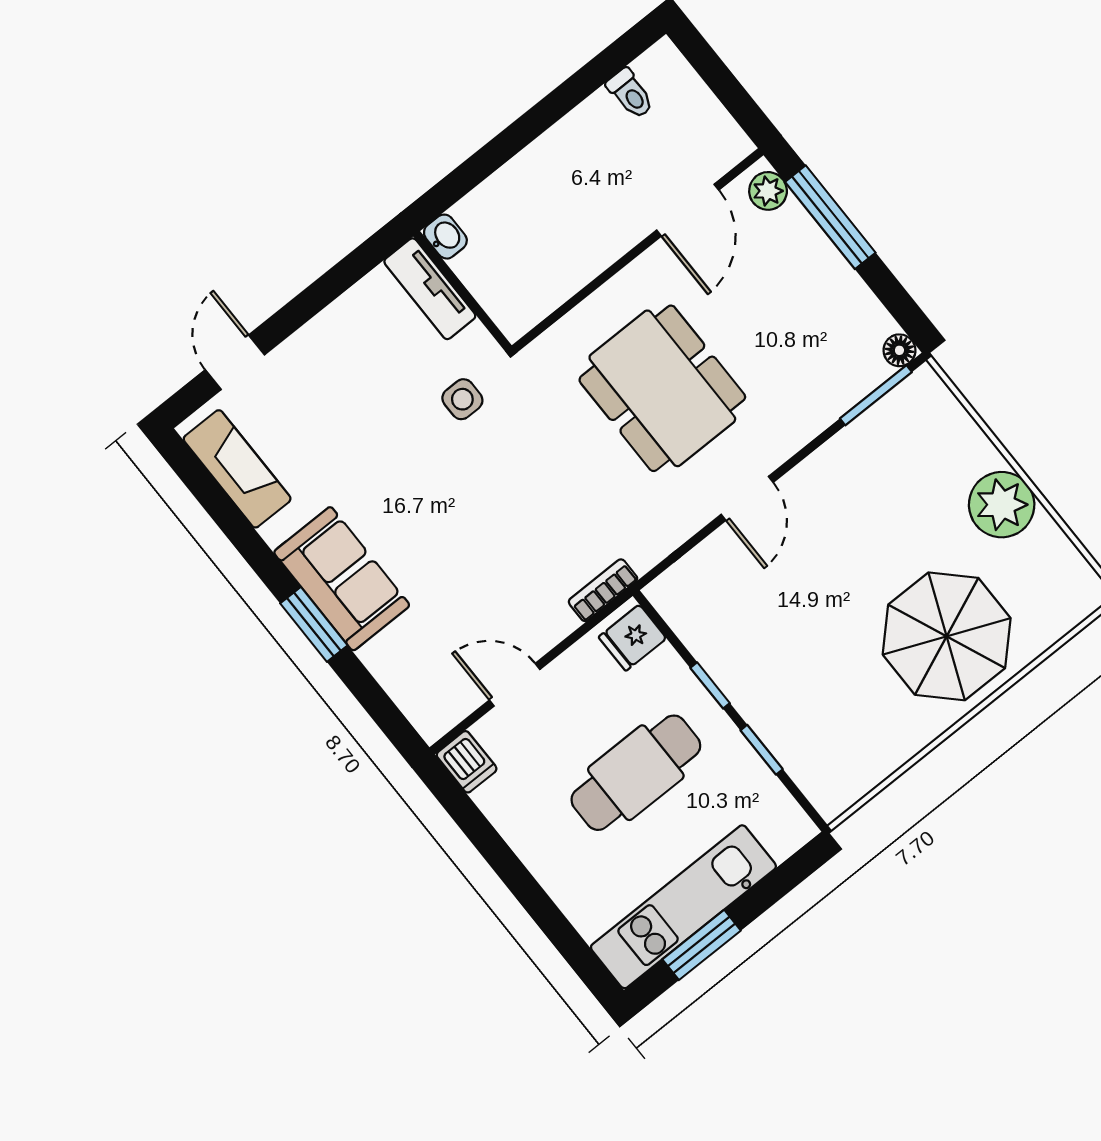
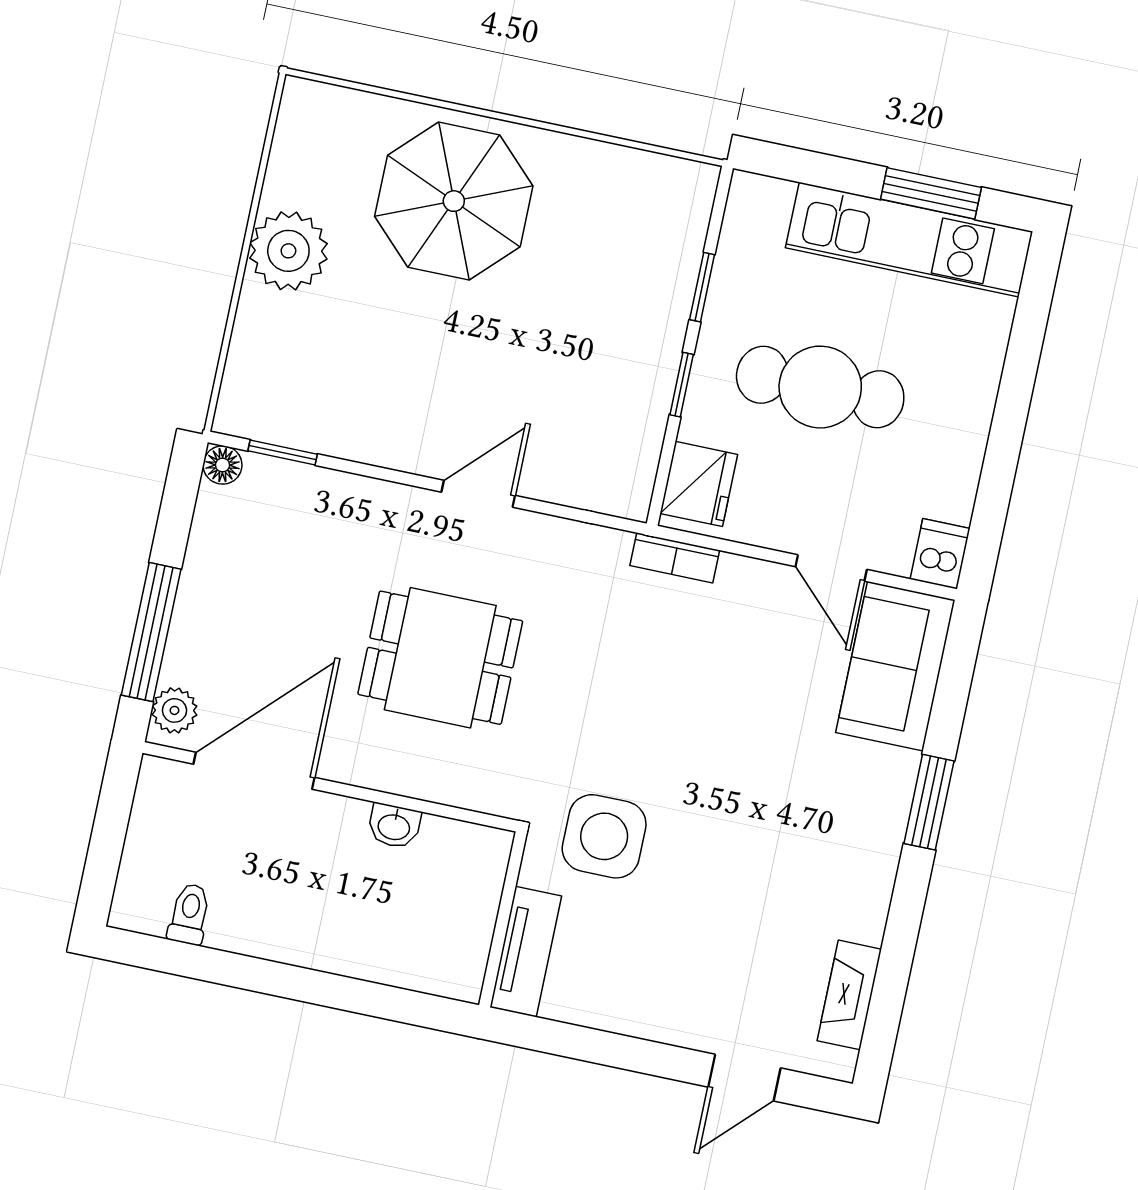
door: (688, 210) -> (254, 771), width x1.36
washbasin: (445, 237) -> (394, 826), moved, turned -90
dining table: (662, 388) -> (440, 658), width x0.73
window: (876, 395) -> (283, 453), width x0.67
side table: (462, 399) -> (604, 836), width x1.87, depth x1.87
fireplace: (237, 469) -> (849, 995), width x0.73, depth x0.76
sofa: (342, 579) -> (895, 666), moved
fridge: (632, 638) -> (699, 484), width x1.38

